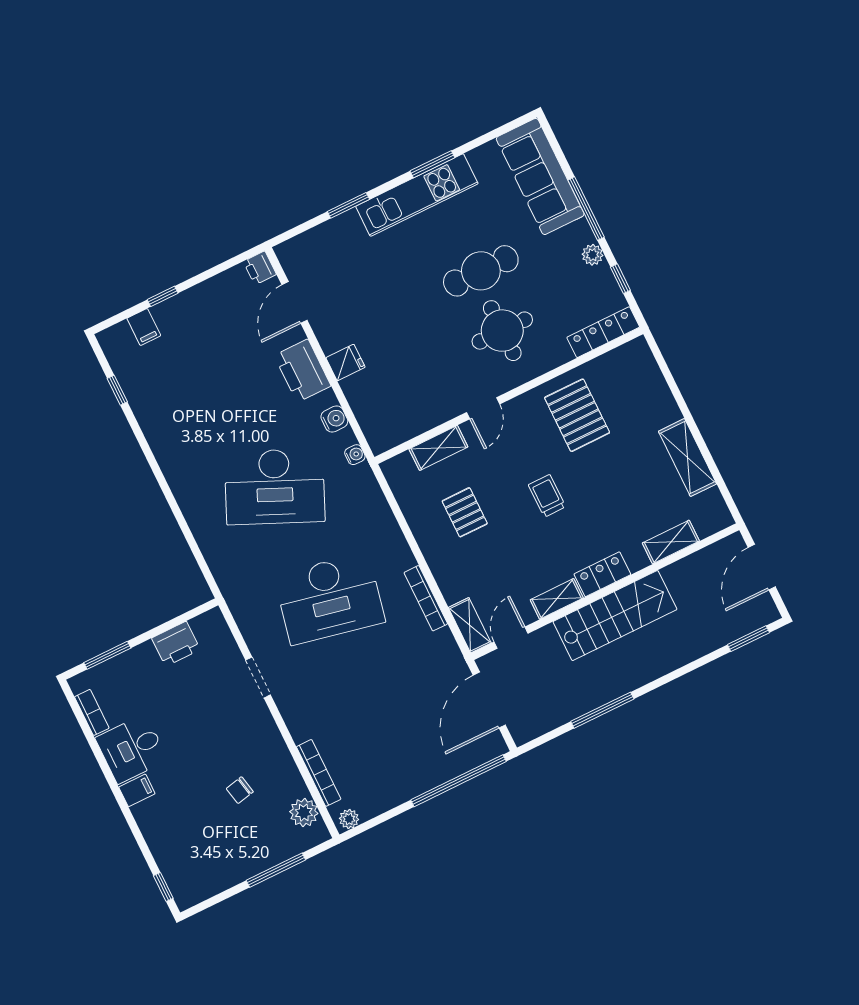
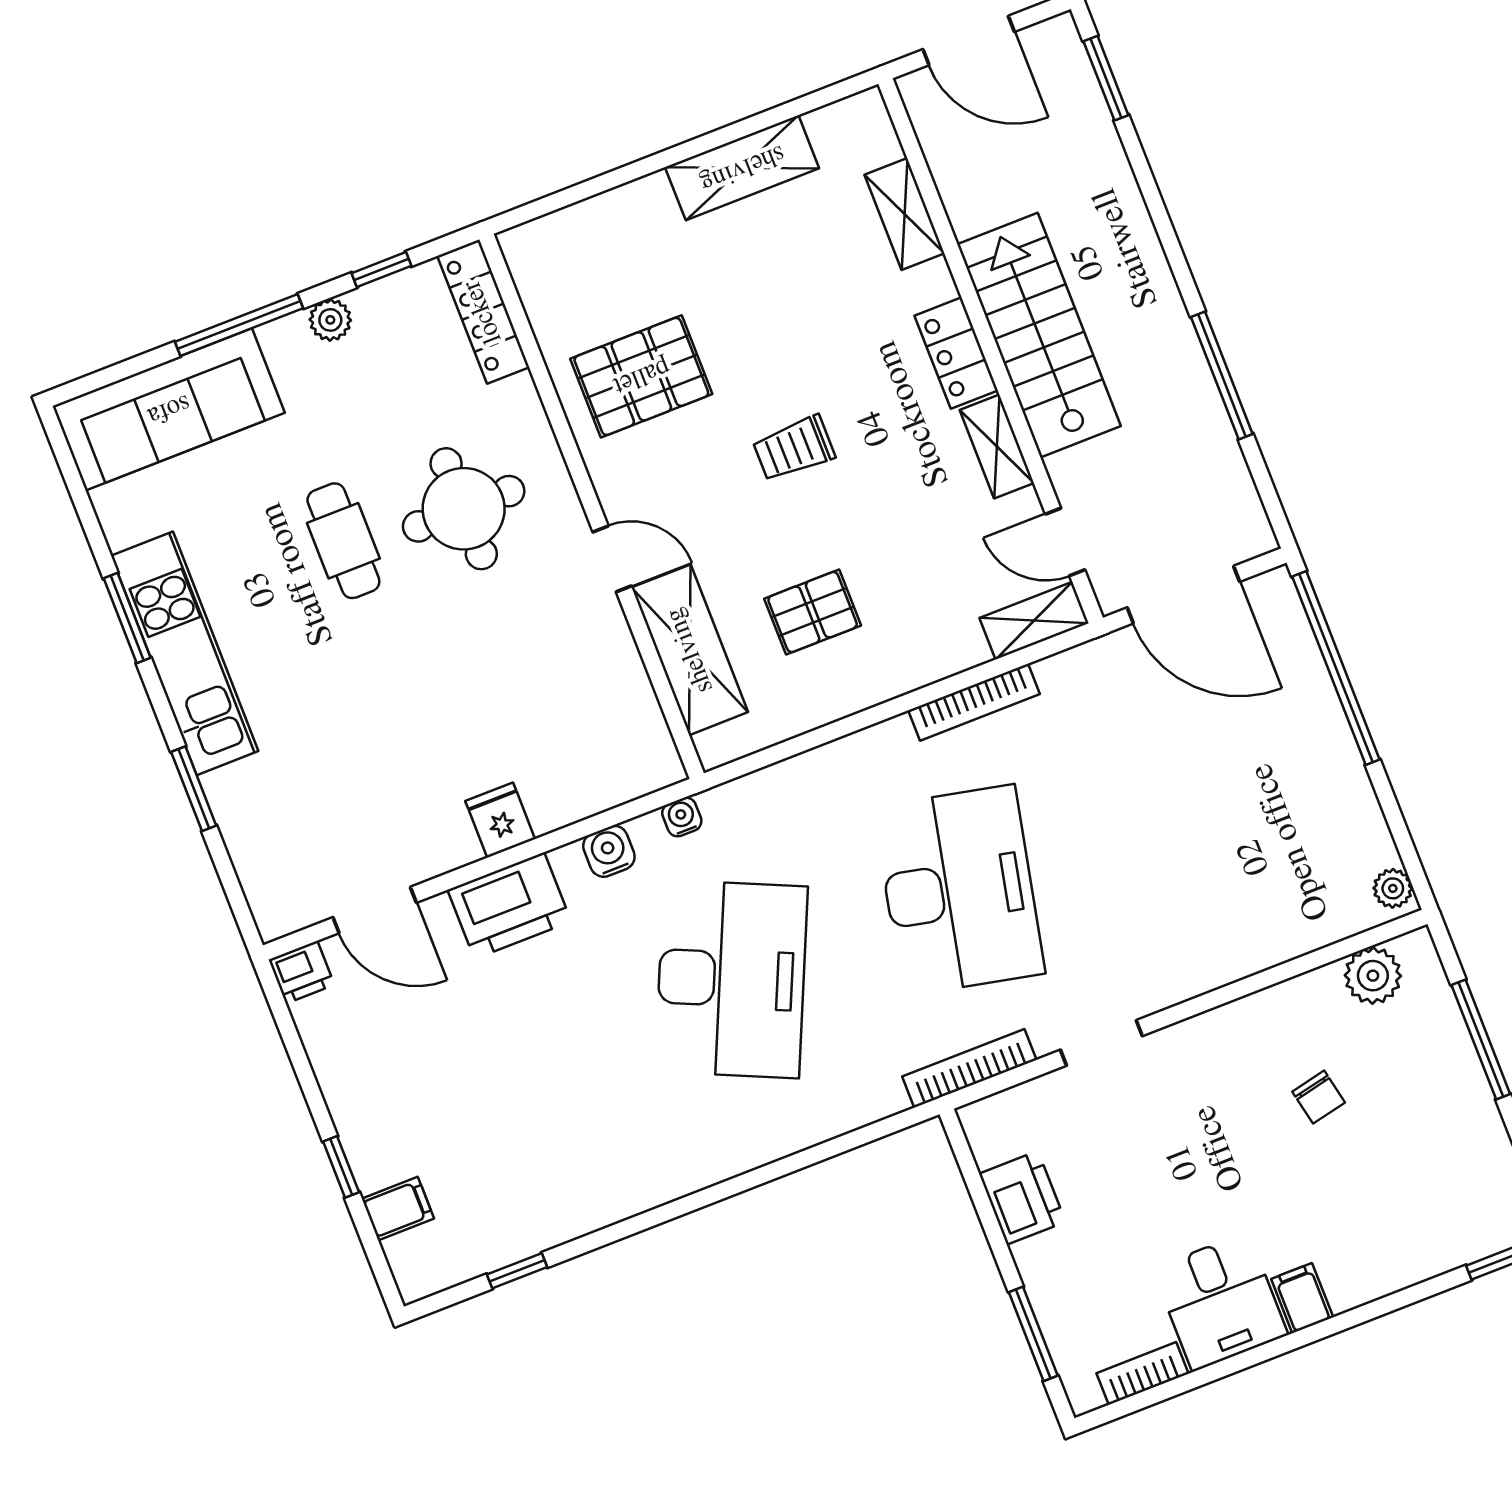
cafe table: (481, 271) -> (343, 541), width x0.73, depth x0.74
shelving: (438, 448) -> (690, 650), width x1.50, depth x1.33
bookcase: (319, 773) -> (969, 1068), moved

